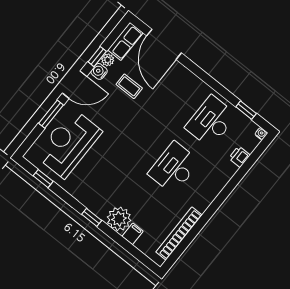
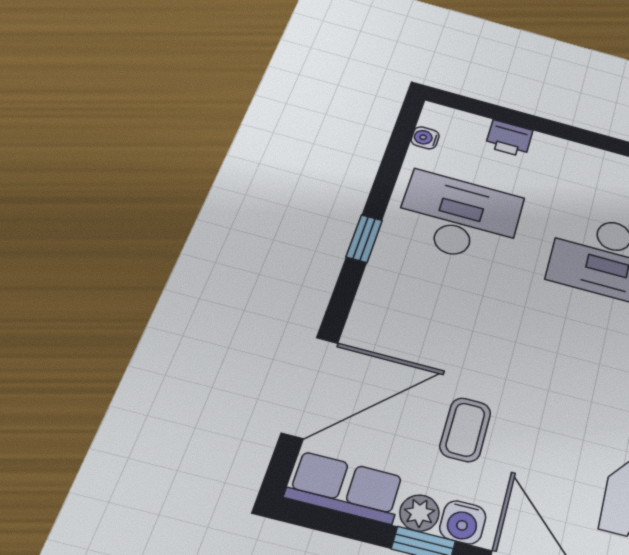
window: (246, 110) -> (364, 238), moved
desk: (211, 121) -> (459, 217), turned 180
water cooler: (261, 134) -> (425, 138), moved

